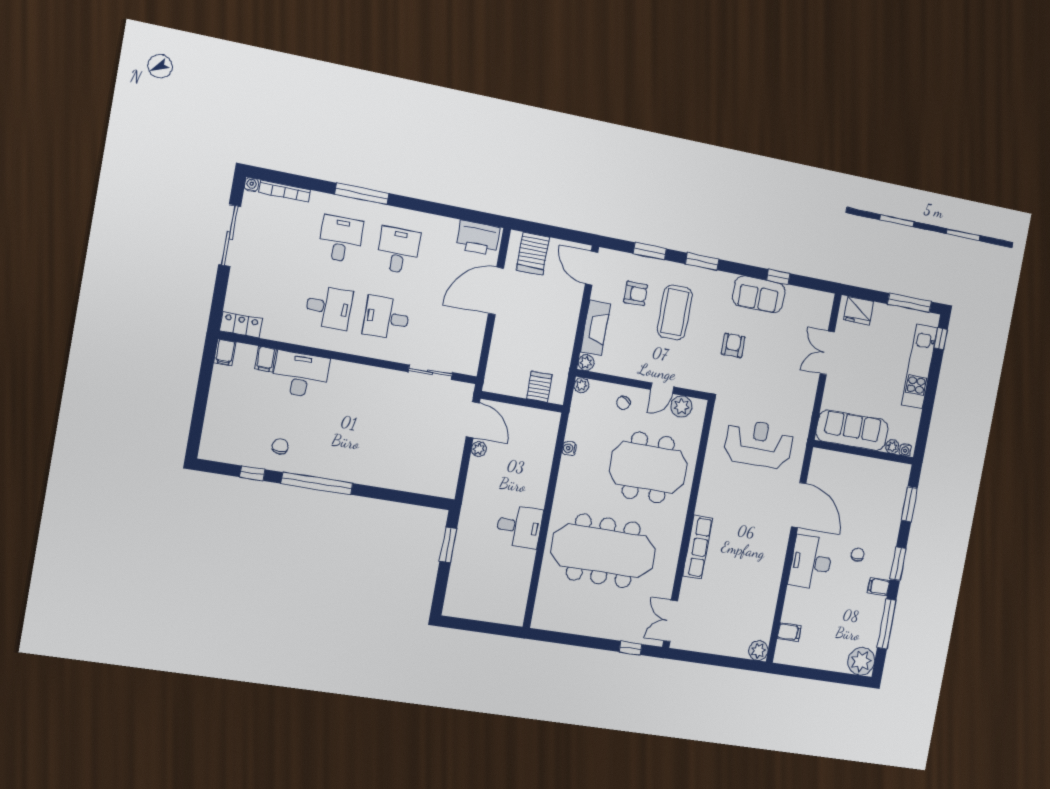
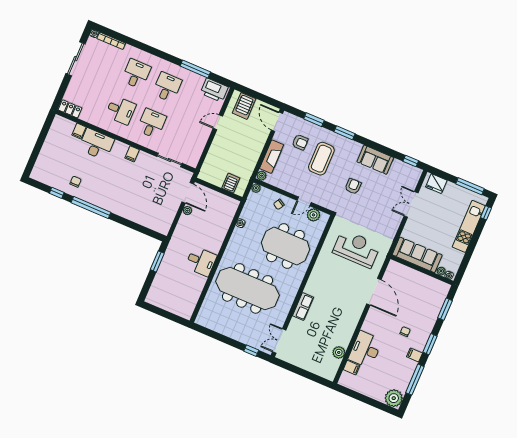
window: (362, 194) -> (195, 69), moved
window: (778, 277) -> (411, 161), moved
door: (496, 291) -> (218, 122), width x0.53
desk: (386, 318) -> (152, 123), turned 90
filing cabinet: (225, 352) -> (132, 154), moved
row of seats: (698, 547) -> (303, 307), width x0.68
desk: (811, 562) -> (365, 350), moved
plant: (758, 651) -> (339, 352), moved

